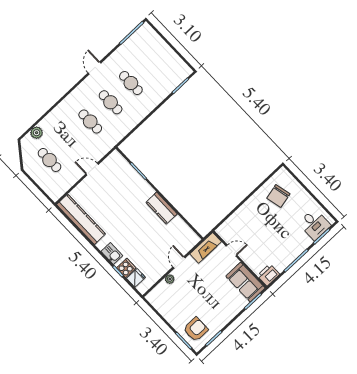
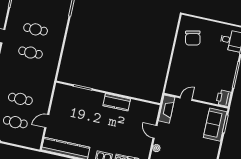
cafe table: (90, 121) -> (20, 99), moved
door: (92, 169) -> (47, 121), moved
sofa: (245, 282) -> (215, 125), moved, turned 90

